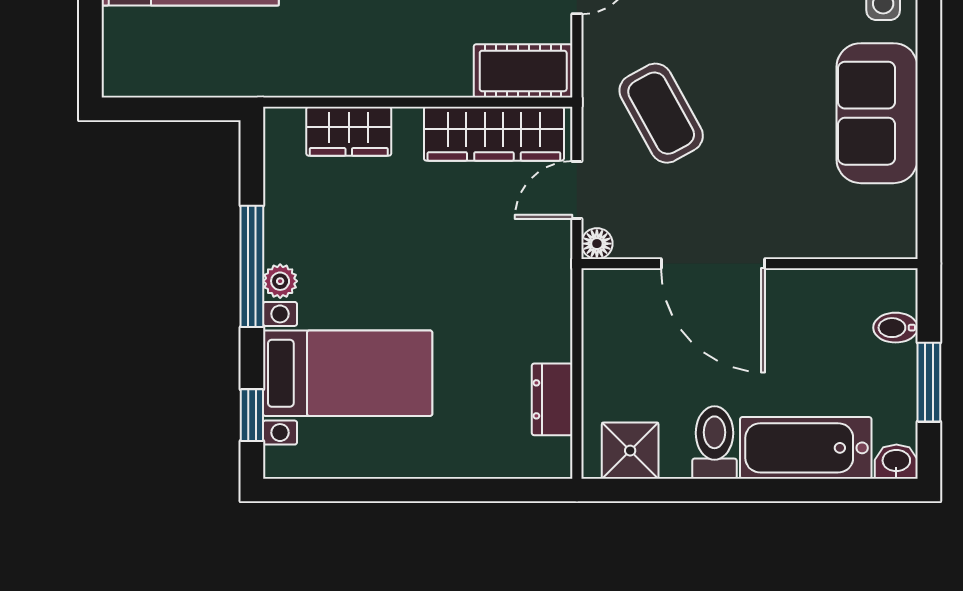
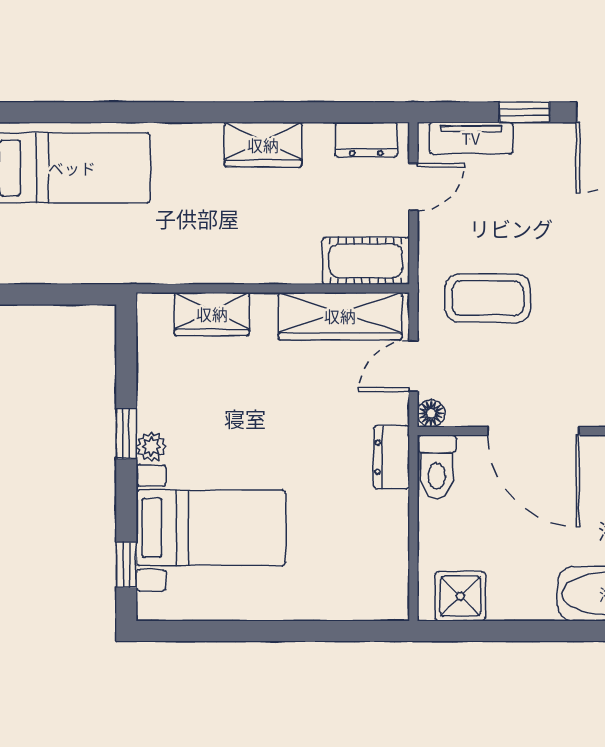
coffee table: (661, 113) -> (488, 298), turned -61
window: (252, 266) -> (126, 433), width x0.46
dresser: (552, 399) -> (392, 457), moved
toilet: (714, 442) -> (437, 467), moved, turned 180

